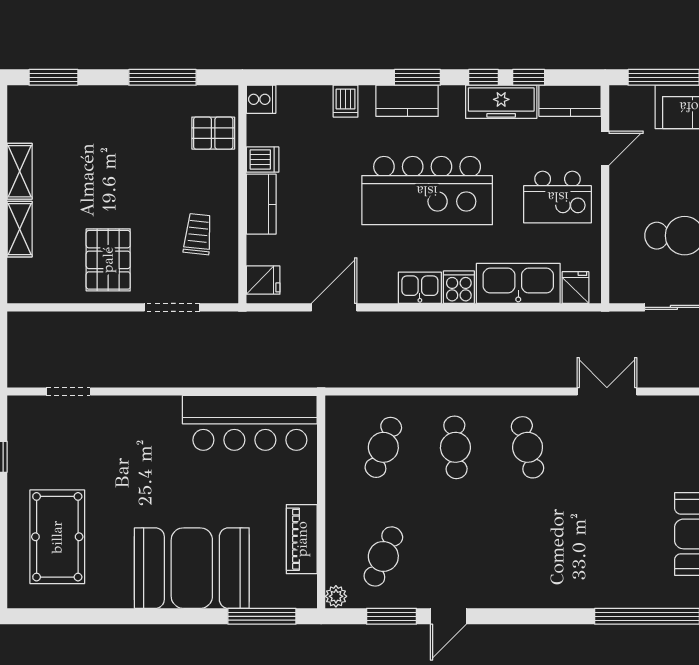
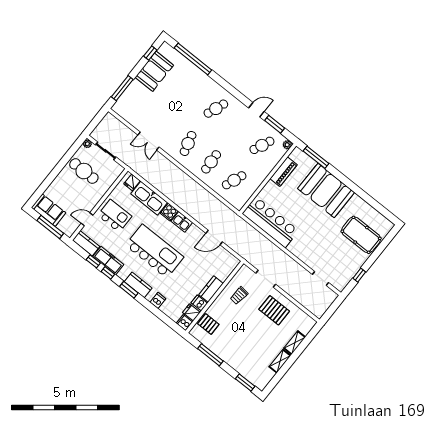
pallet: (108, 260) -> (274, 310), turned 90
fridge: (263, 280) -> (191, 312), moved
pool table: (57, 537) -> (361, 235), turned 90
cafe table: (528, 556) -> (216, 109), added

